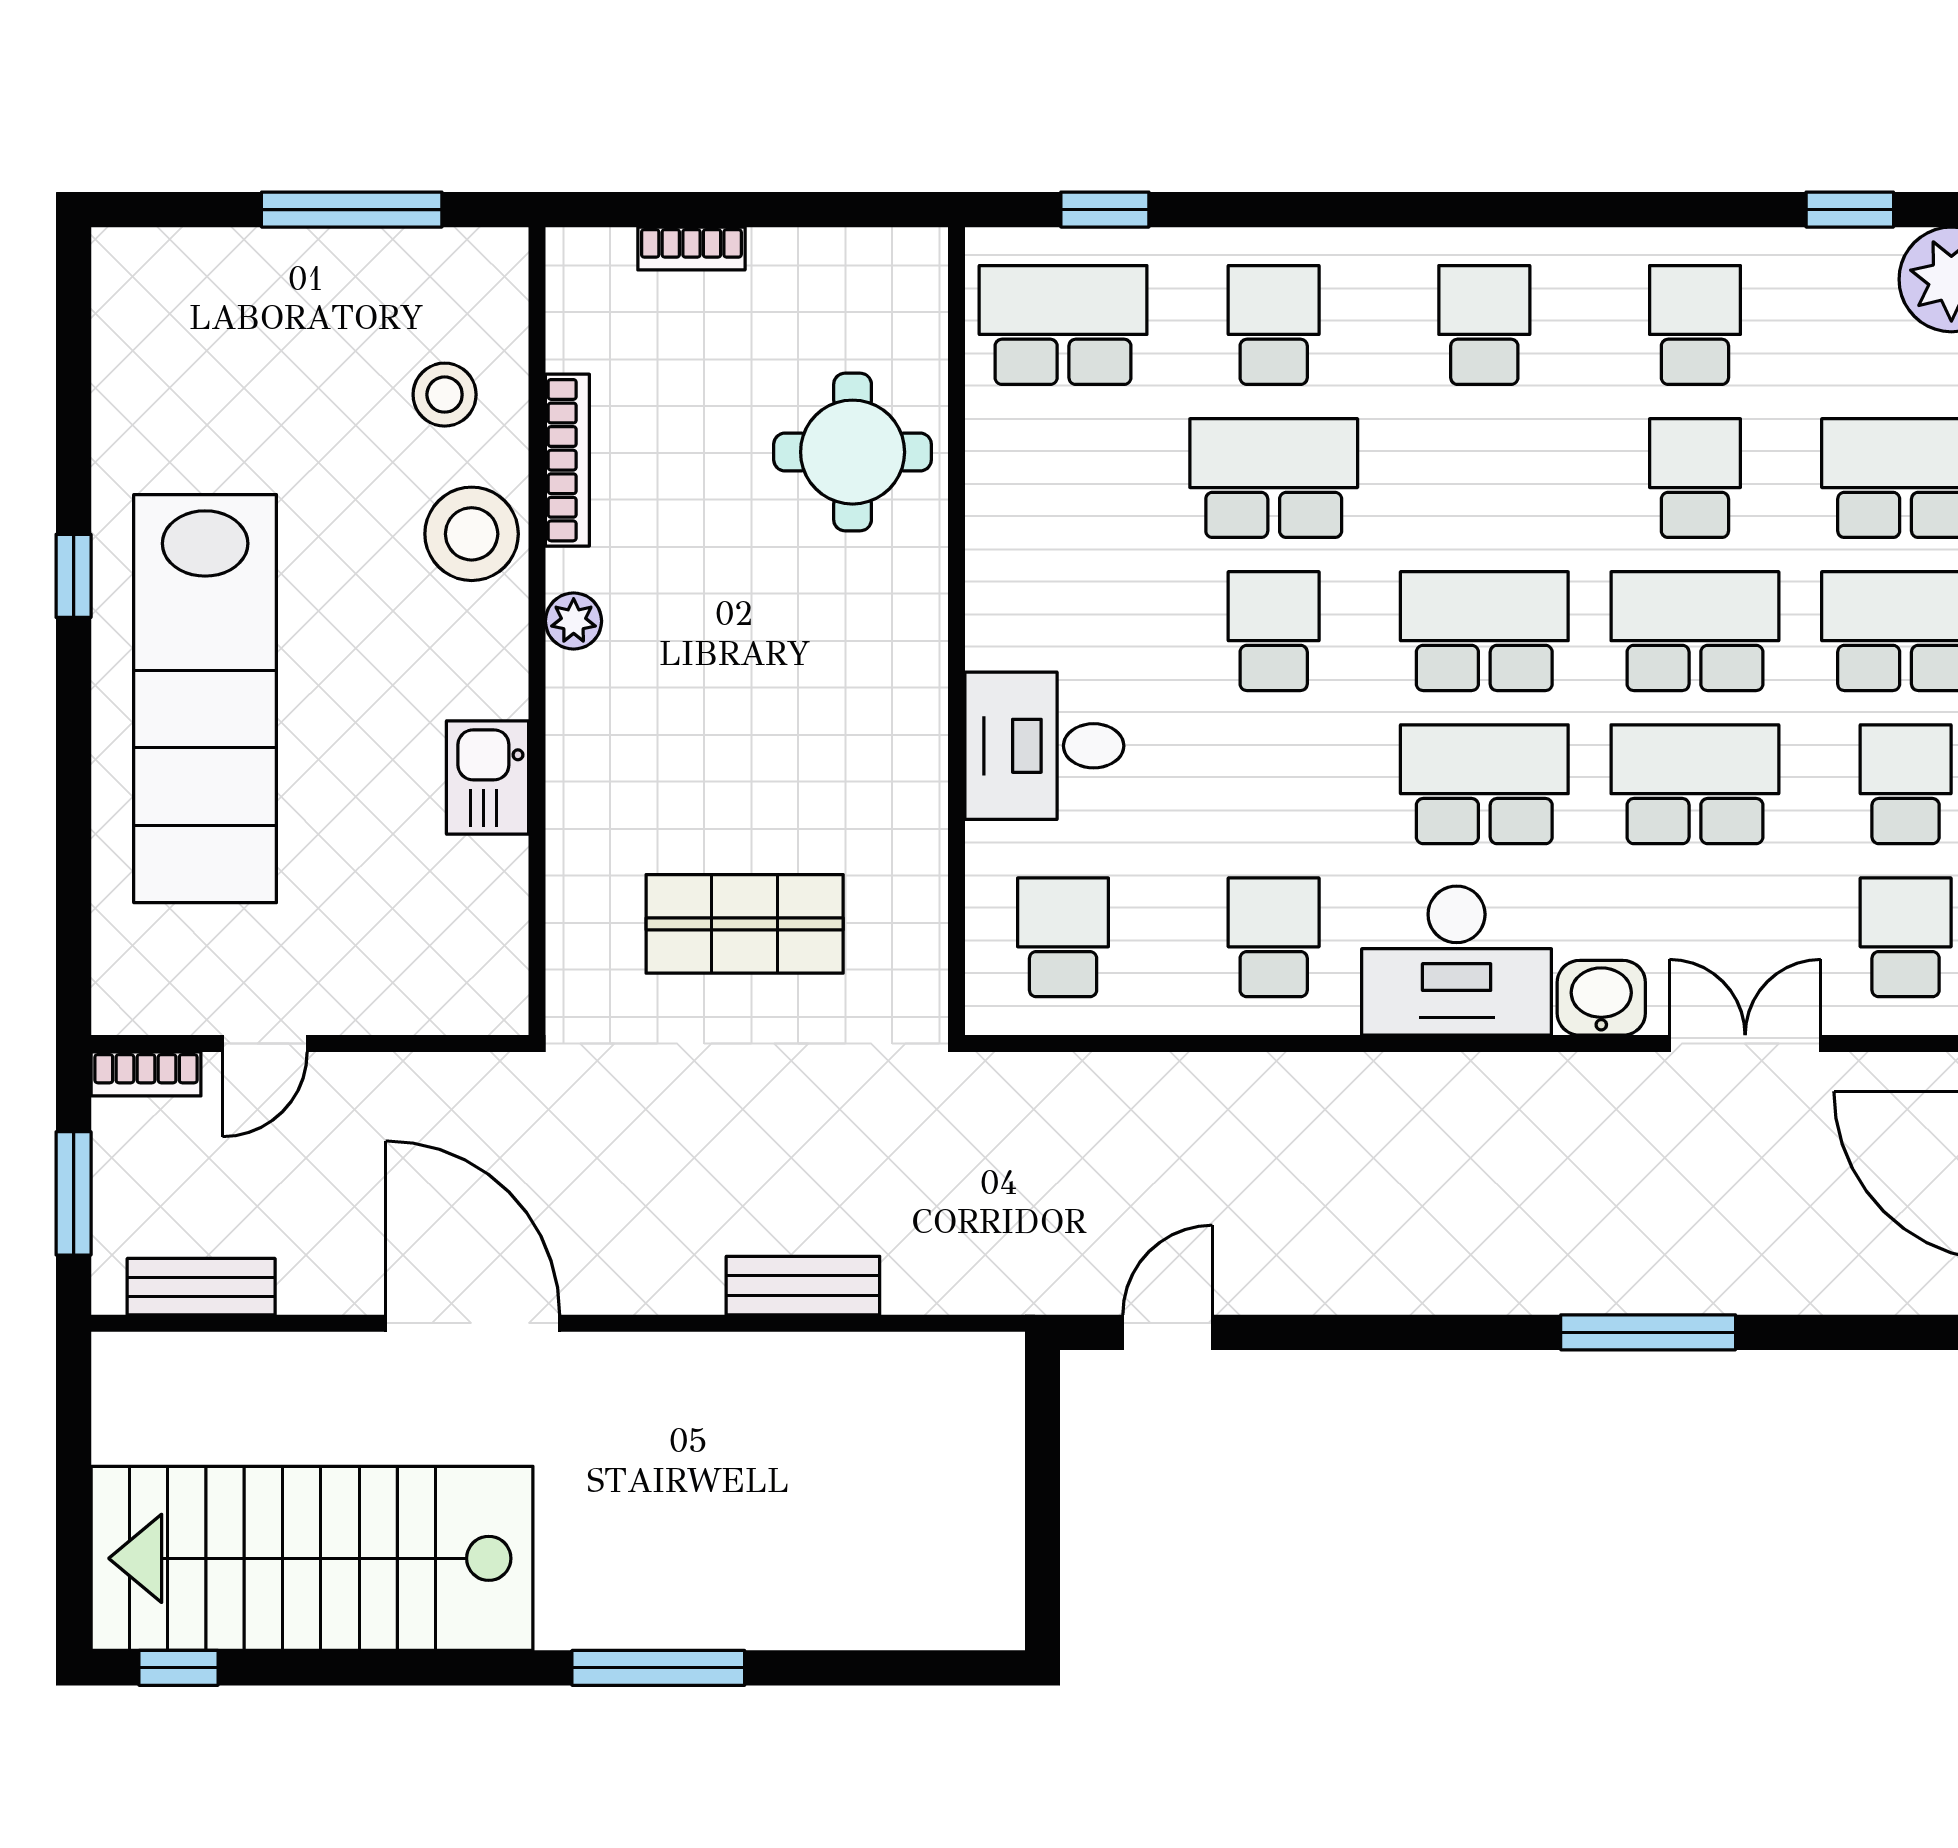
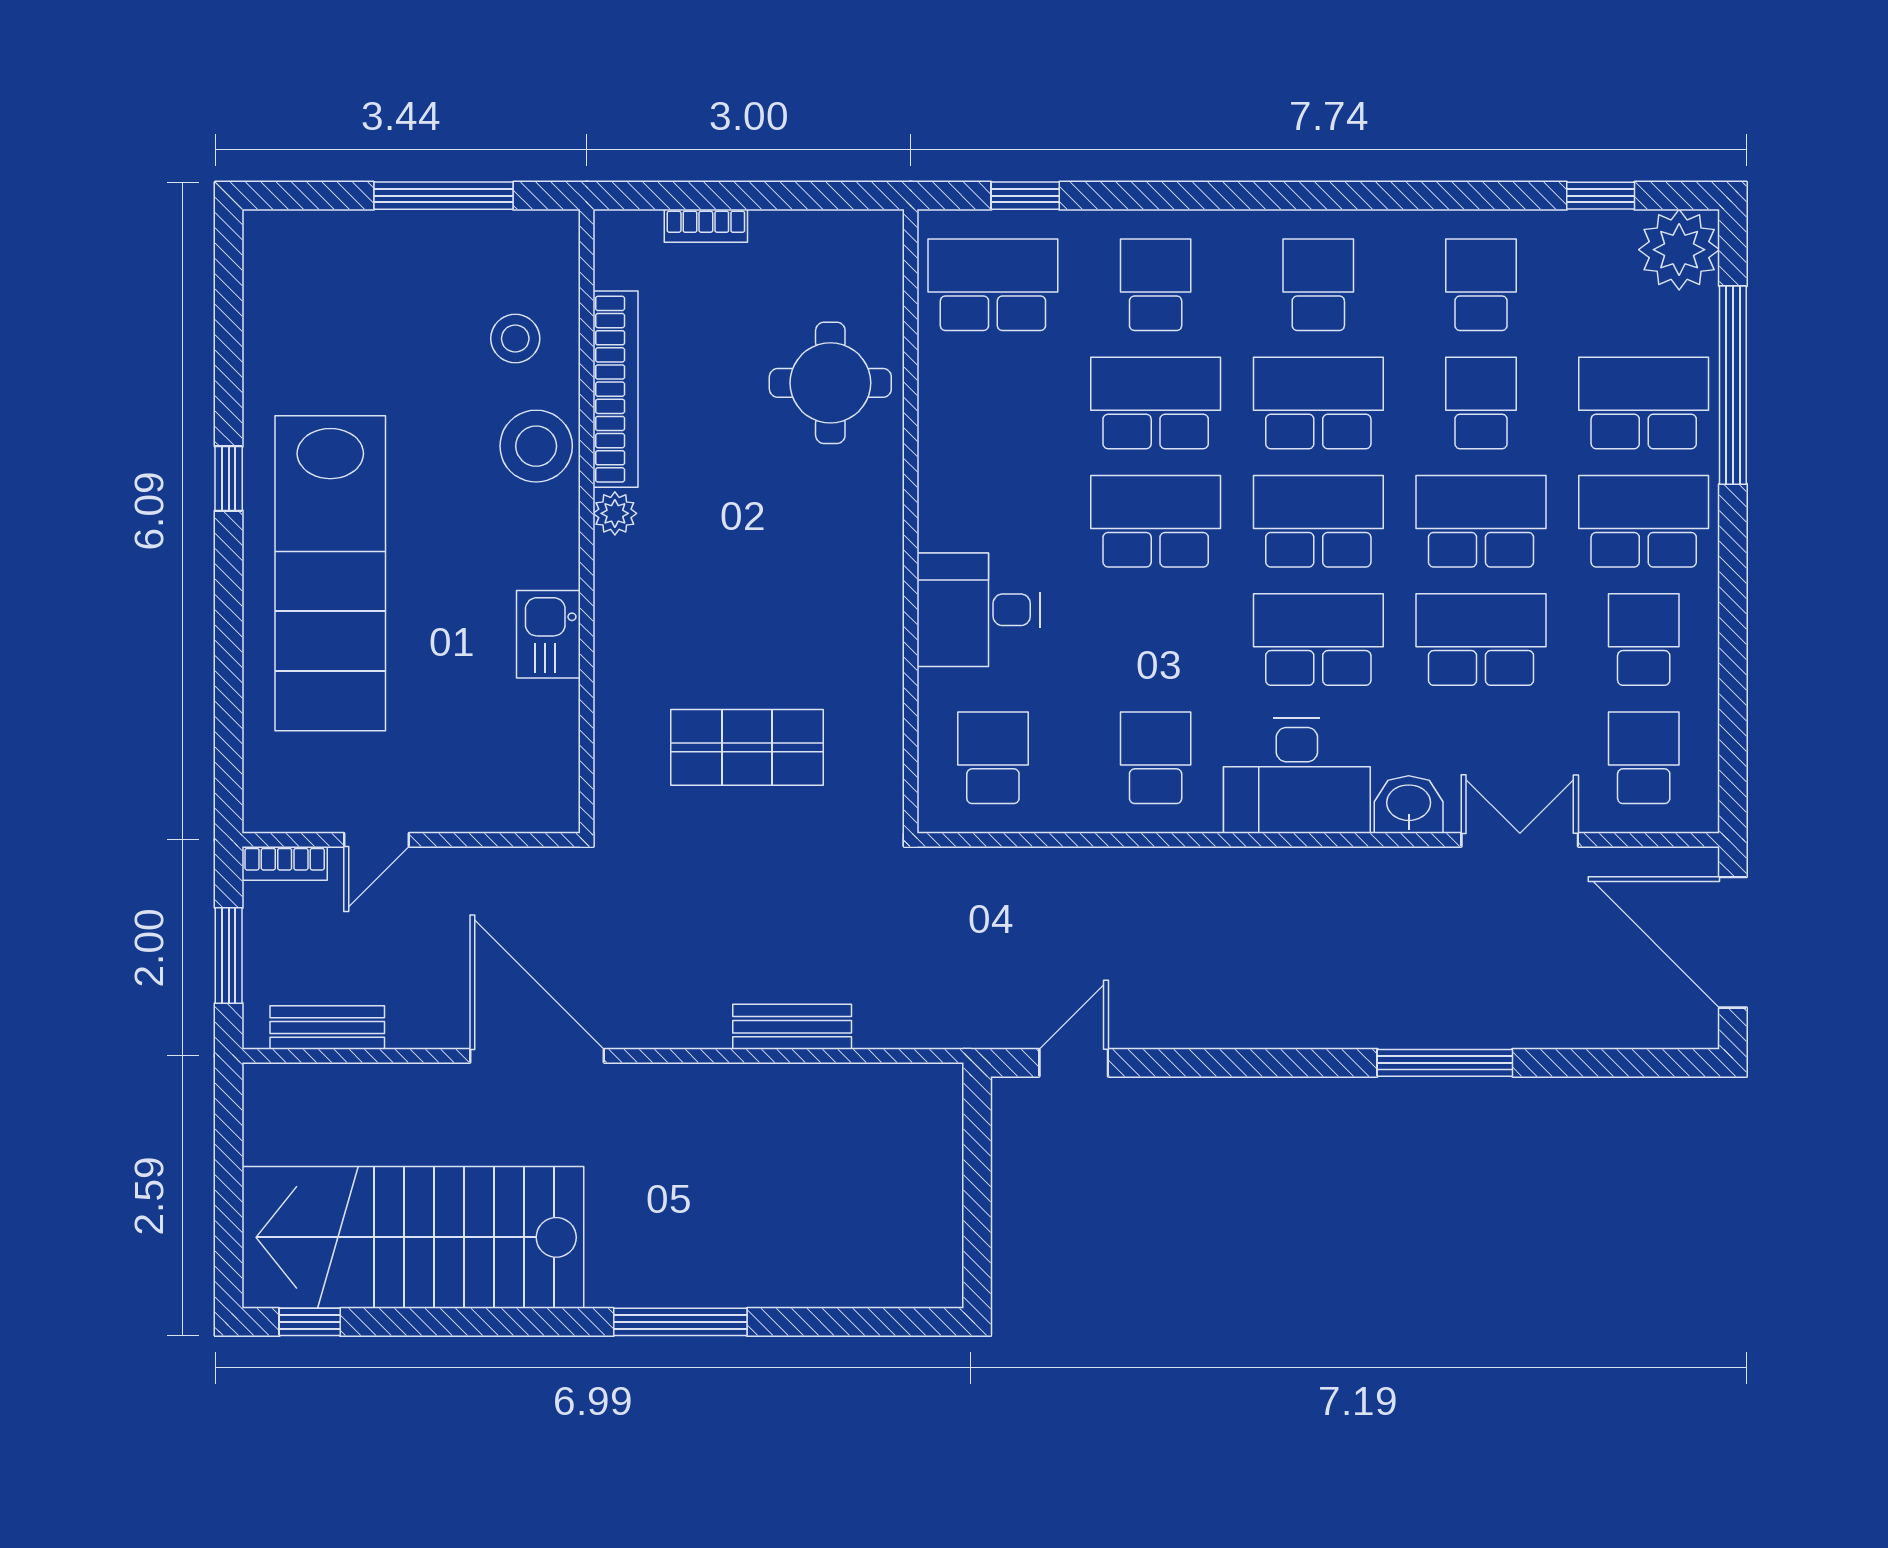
bookcase: (567, 460) -> (615, 389), width x1.48, depth x1.31
school desk: (1484, 478) -> (1318, 403), added
school desk: (1274, 631) -> (1156, 521), width x1.85

